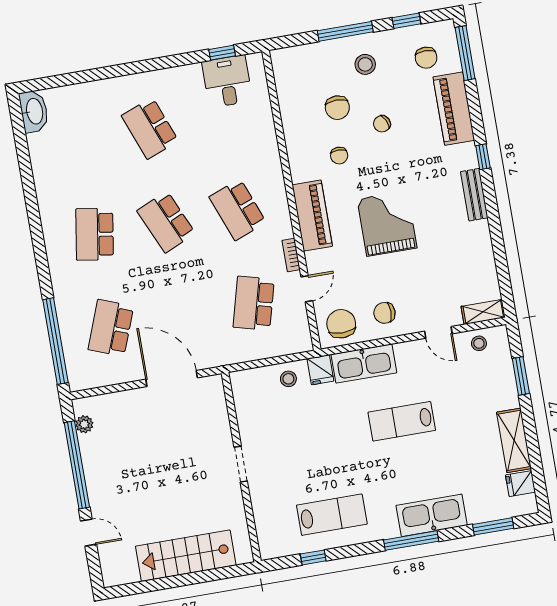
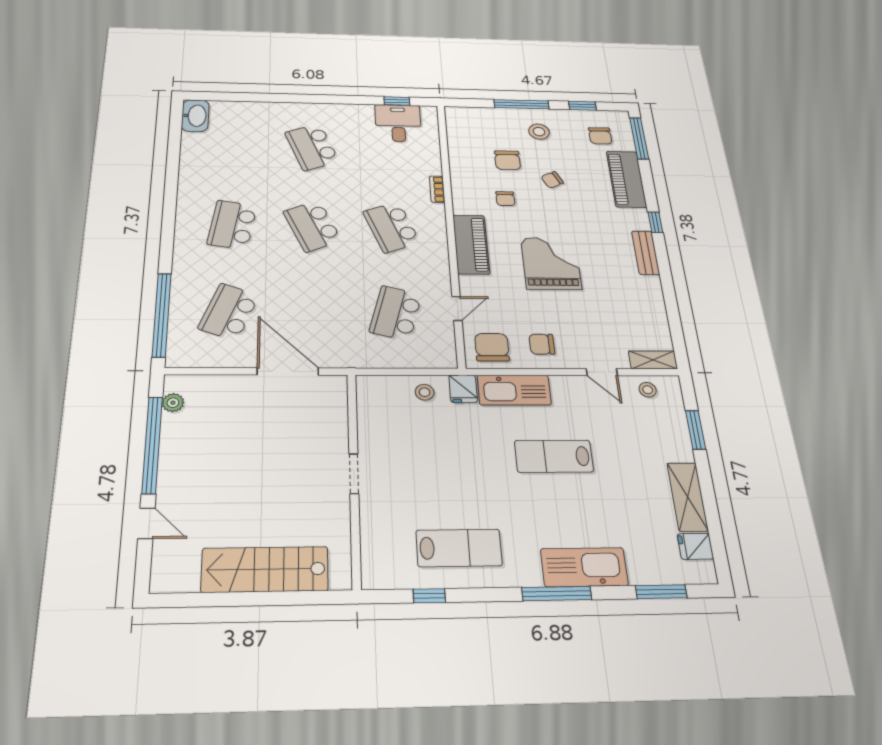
bookcase: (291, 255) -> (437, 189), moved

